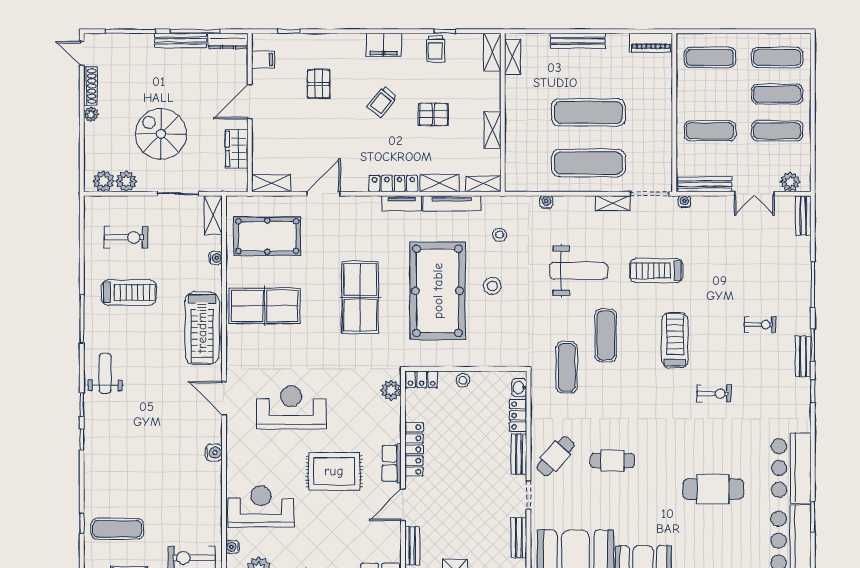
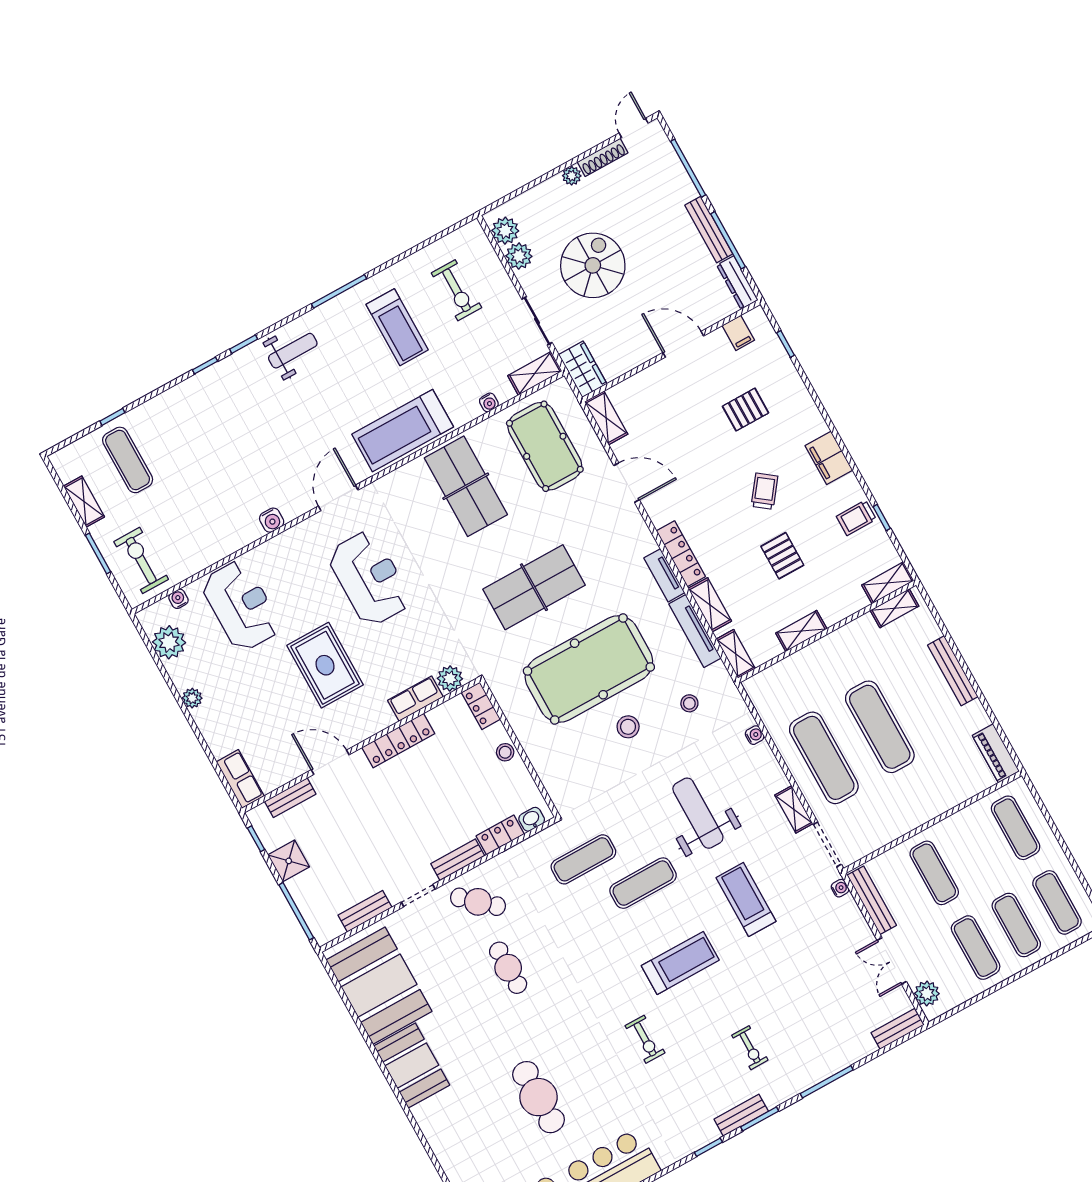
trolley: (382, 102) -> (764, 491), turned 88
wardrobe: (237, 149) -> (583, 369), moved, turned 90
weight bench: (579, 271) -> (698, 813), turned 180
row of seats: (392, 463) -> (415, 699), moved

